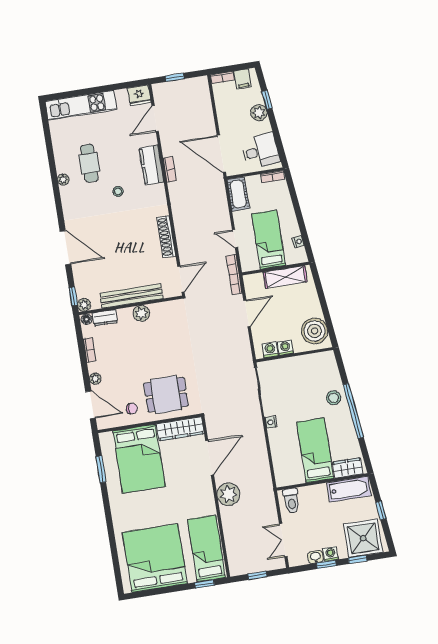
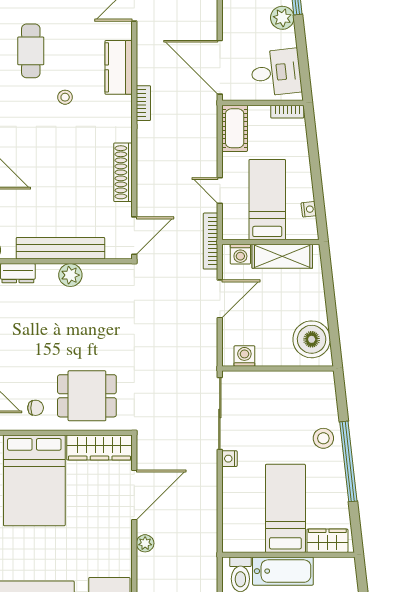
bookcase: (170, 169) -> (143, 103), moved
washing machine: (285, 348) -> (240, 254), moved, turned 180
bathtub: (349, 489) -> (283, 571), moved
plant: (228, 494) -> (145, 543), width x0.53, depth x0.53

